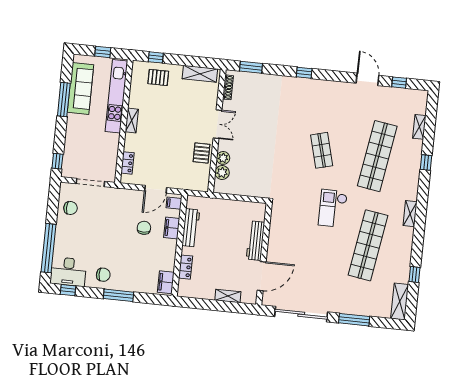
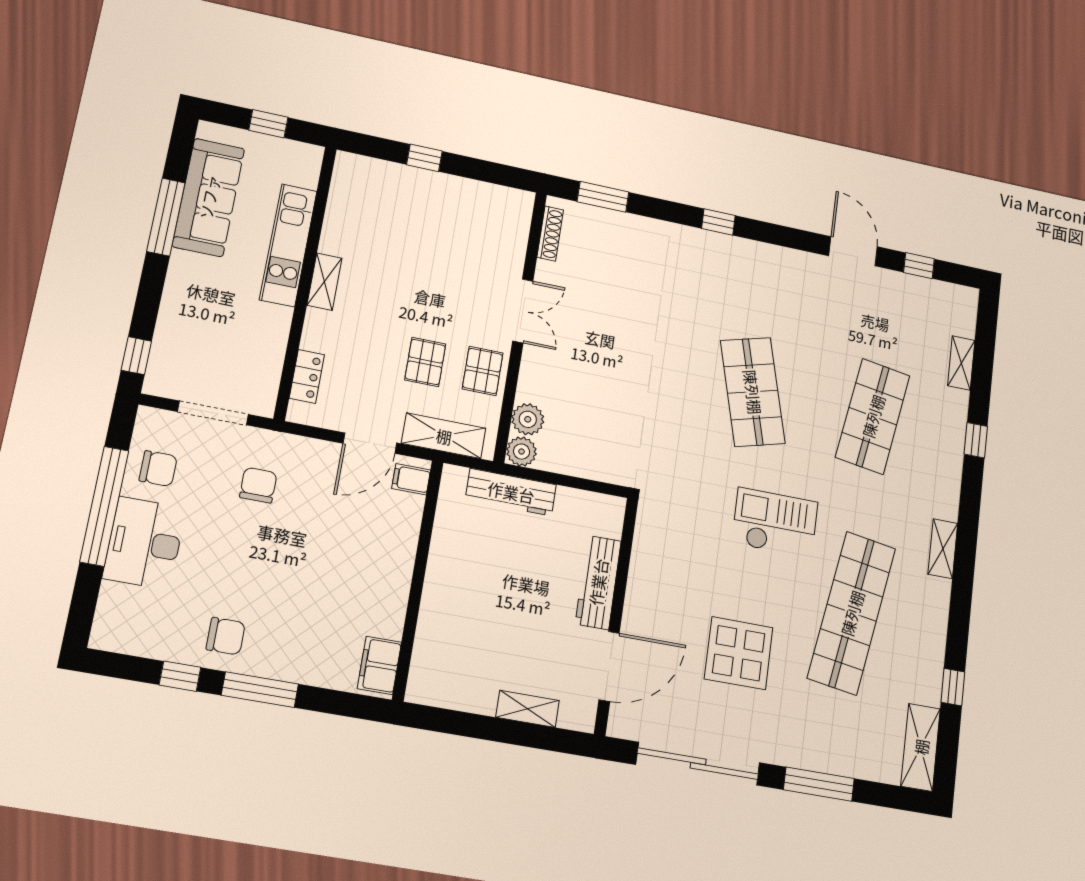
window: (156, 57) -> (424, 158), moved
shelving: (200, 74) -> (444, 436), moved
pallet: (158, 77) -> (425, 362), moved, turned 90
kitchen unit: (116, 96) -> (288, 245), width x0.73
shop shelf: (322, 150) -> (753, 392), width x1.43, depth x1.36
shop shelf: (377, 156) -> (873, 416), width x0.71
plant: (223, 158) -> (522, 452), moved
checkout: (333, 208) -> (775, 523), turned 90
chair: (144, 228) -> (258, 485), moved
filing cabinet: (172, 228) -> (402, 537), removed
workbench: (191, 228) -> (511, 492), moved, turned 90
window: (48, 248) -> (104, 506), moved
display table: (318, 266) -> (739, 653), added
locker: (186, 267) -> (430, 632), removed
desk: (68, 272) -> (144, 543), moved, turned 90
window: (68, 290) -> (180, 676), moved

